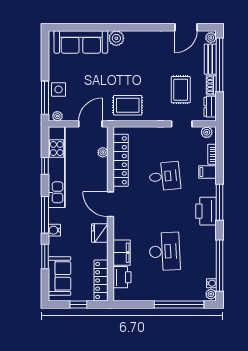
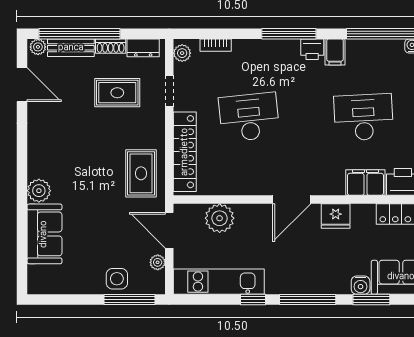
sofa: (81, 42) -> (44, 234), width x0.73
plant: (57, 116) -> (158, 262), moved
plant: (103, 152) -> (220, 218), width x1.88, depth x1.88
locker: (121, 160) -> (185, 152), moved, turned 90
window: (45, 166) -> (253, 300), moved
kitchen unit: (57, 167) -> (219, 282), width x0.73
filing cabinet: (207, 172) -> (335, 52), moved
desk: (165, 176) -> (249, 117), width x1.37
printer: (206, 211) -> (312, 49), width x0.53, depth x0.68
water cooler: (54, 230) -> (361, 285), moved

